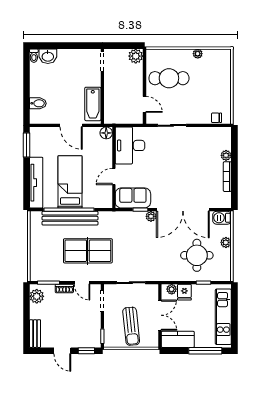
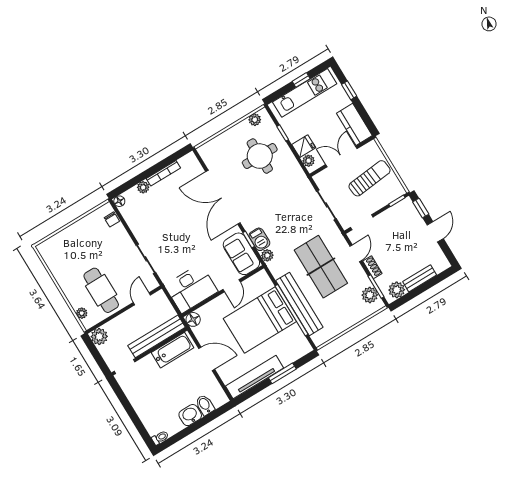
plant: (198, 54) -> (82, 313), moved
washbasin: (48, 56) -> (190, 415), moved, turned -90
bench: (110, 98) -> (157, 336), added
door: (71, 125) -> (207, 359), hinge flipped
floor lamp: (226, 132) -> (119, 201), added
window: (26, 145) -> (282, 373), moved
door: (114, 176) -> (232, 286), hinge flipped
bed: (70, 182) -> (260, 320), width x1.50
tv unit: (36, 183) -> (255, 377), moved
double door: (183, 210) -> (223, 197), swing flipped
plant: (151, 216) -> (267, 255), moved
barbecue: (222, 218) -> (259, 239), moved
plant: (226, 242) -> (255, 120), moved
plant: (45, 274) -> (370, 295), added
window: (234, 320) -> (301, 80), added
bench: (35, 334) -> (420, 278), moved
window: (205, 351) -> (349, 90), width x0.46

